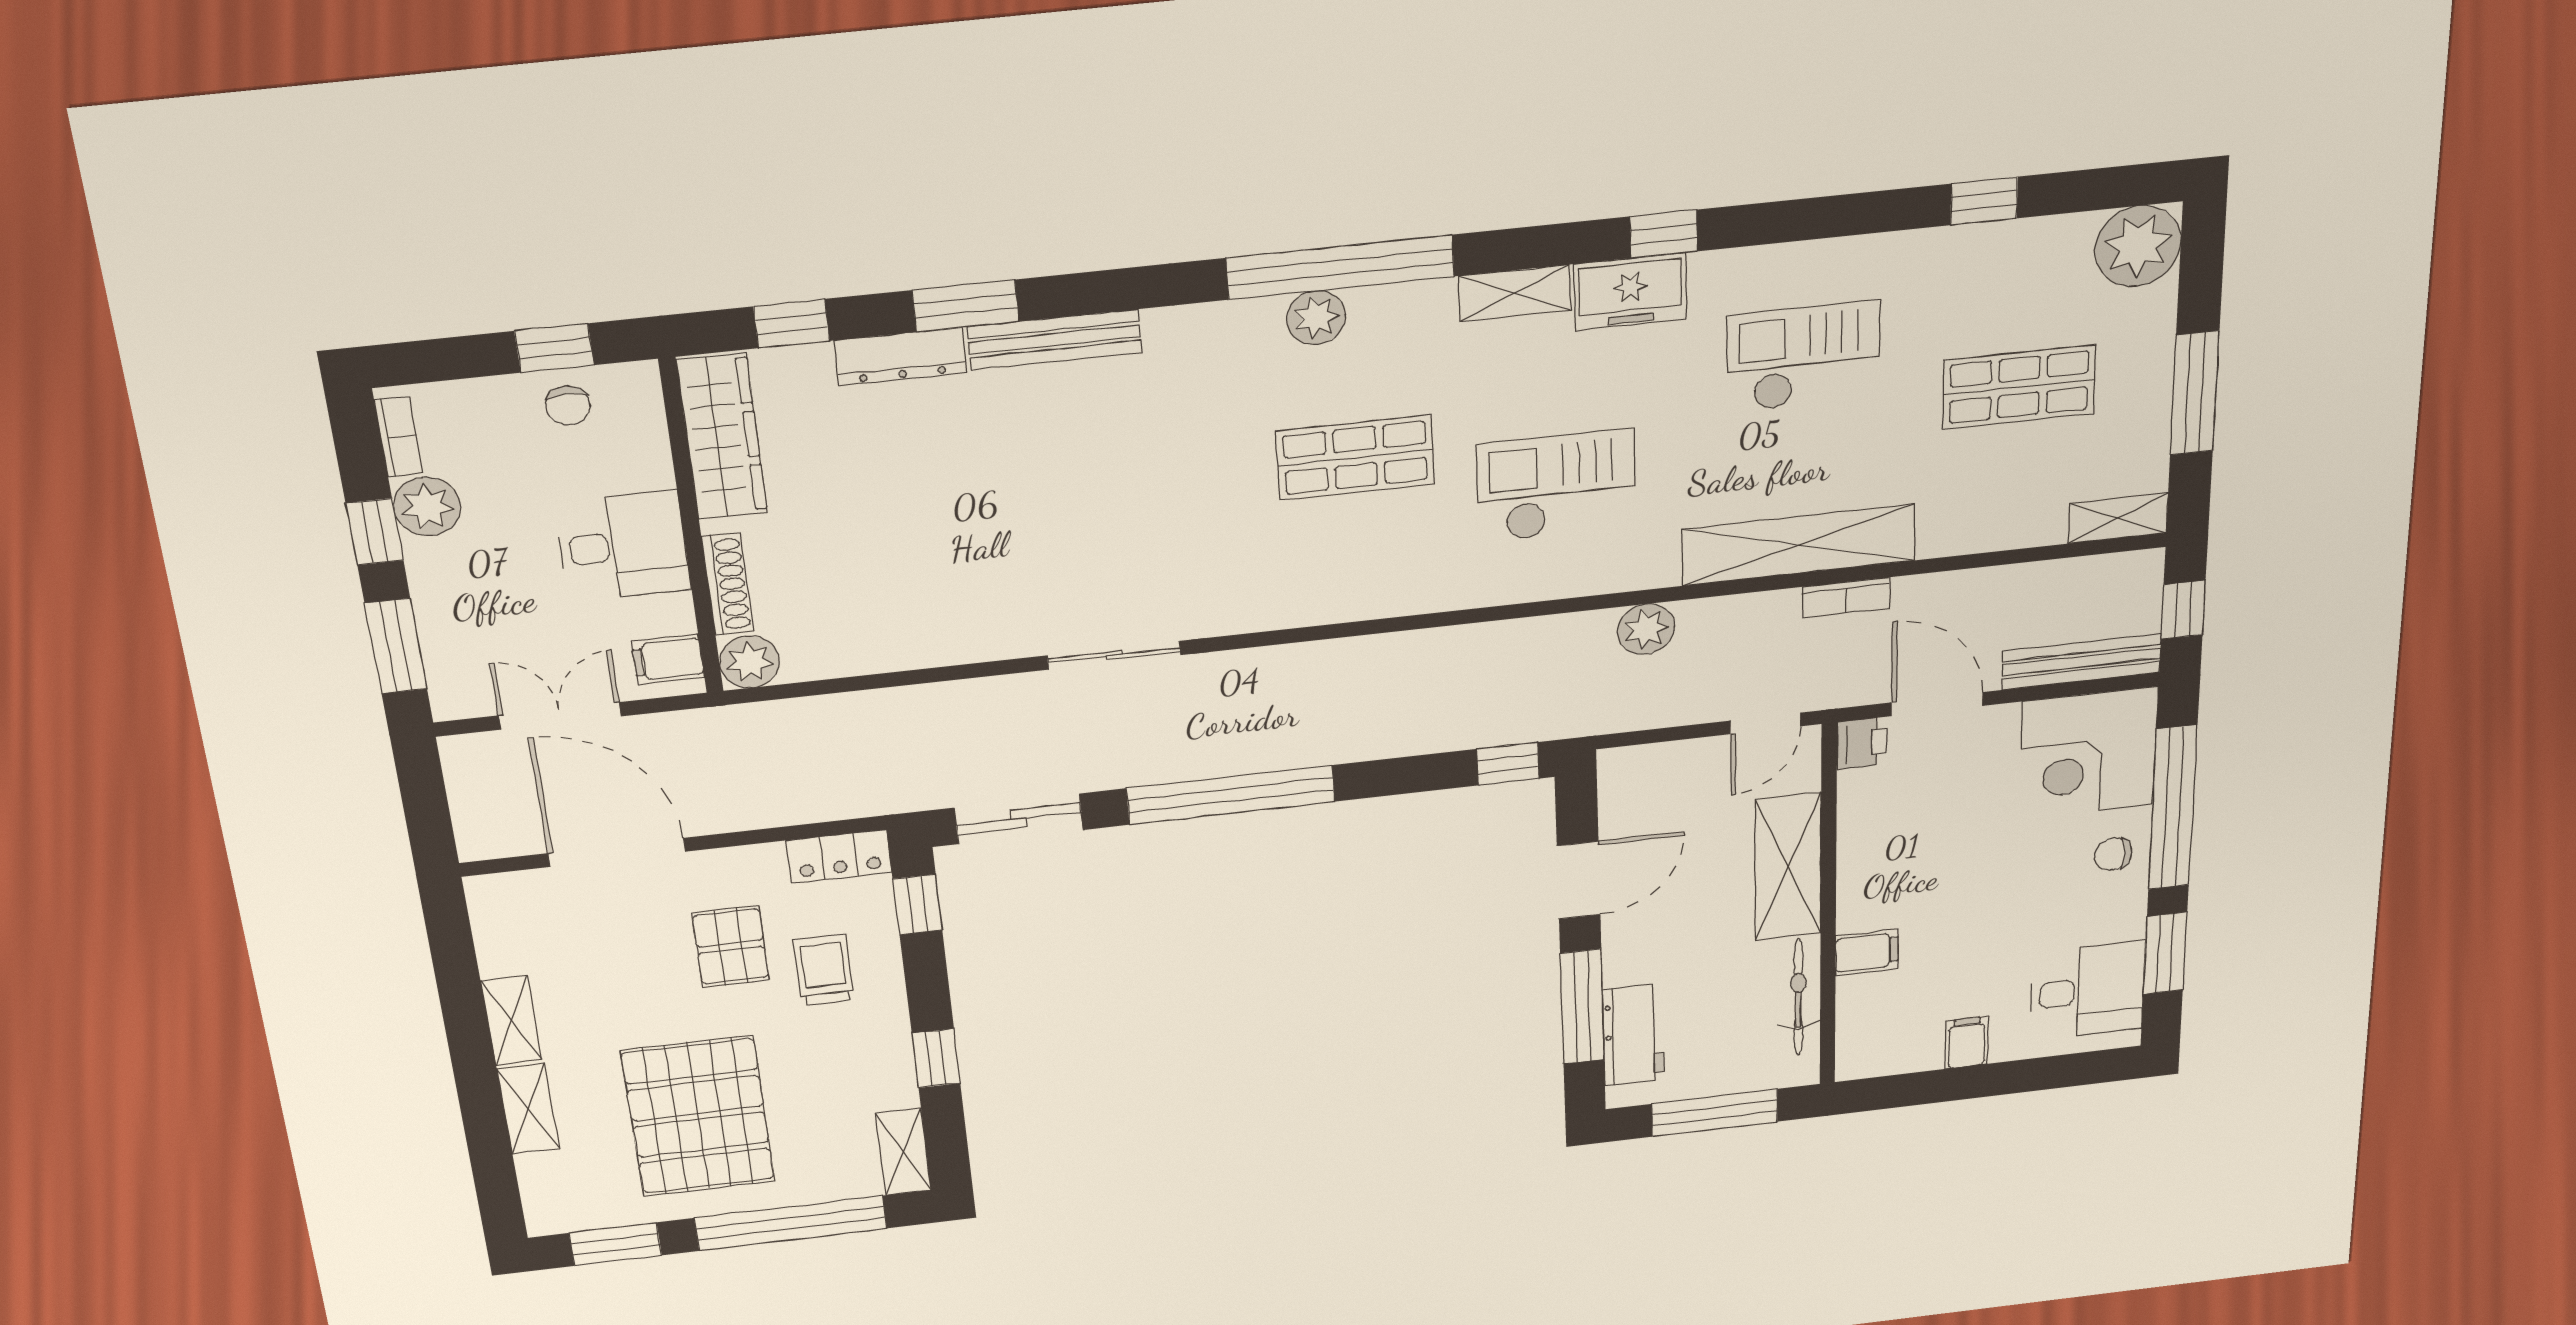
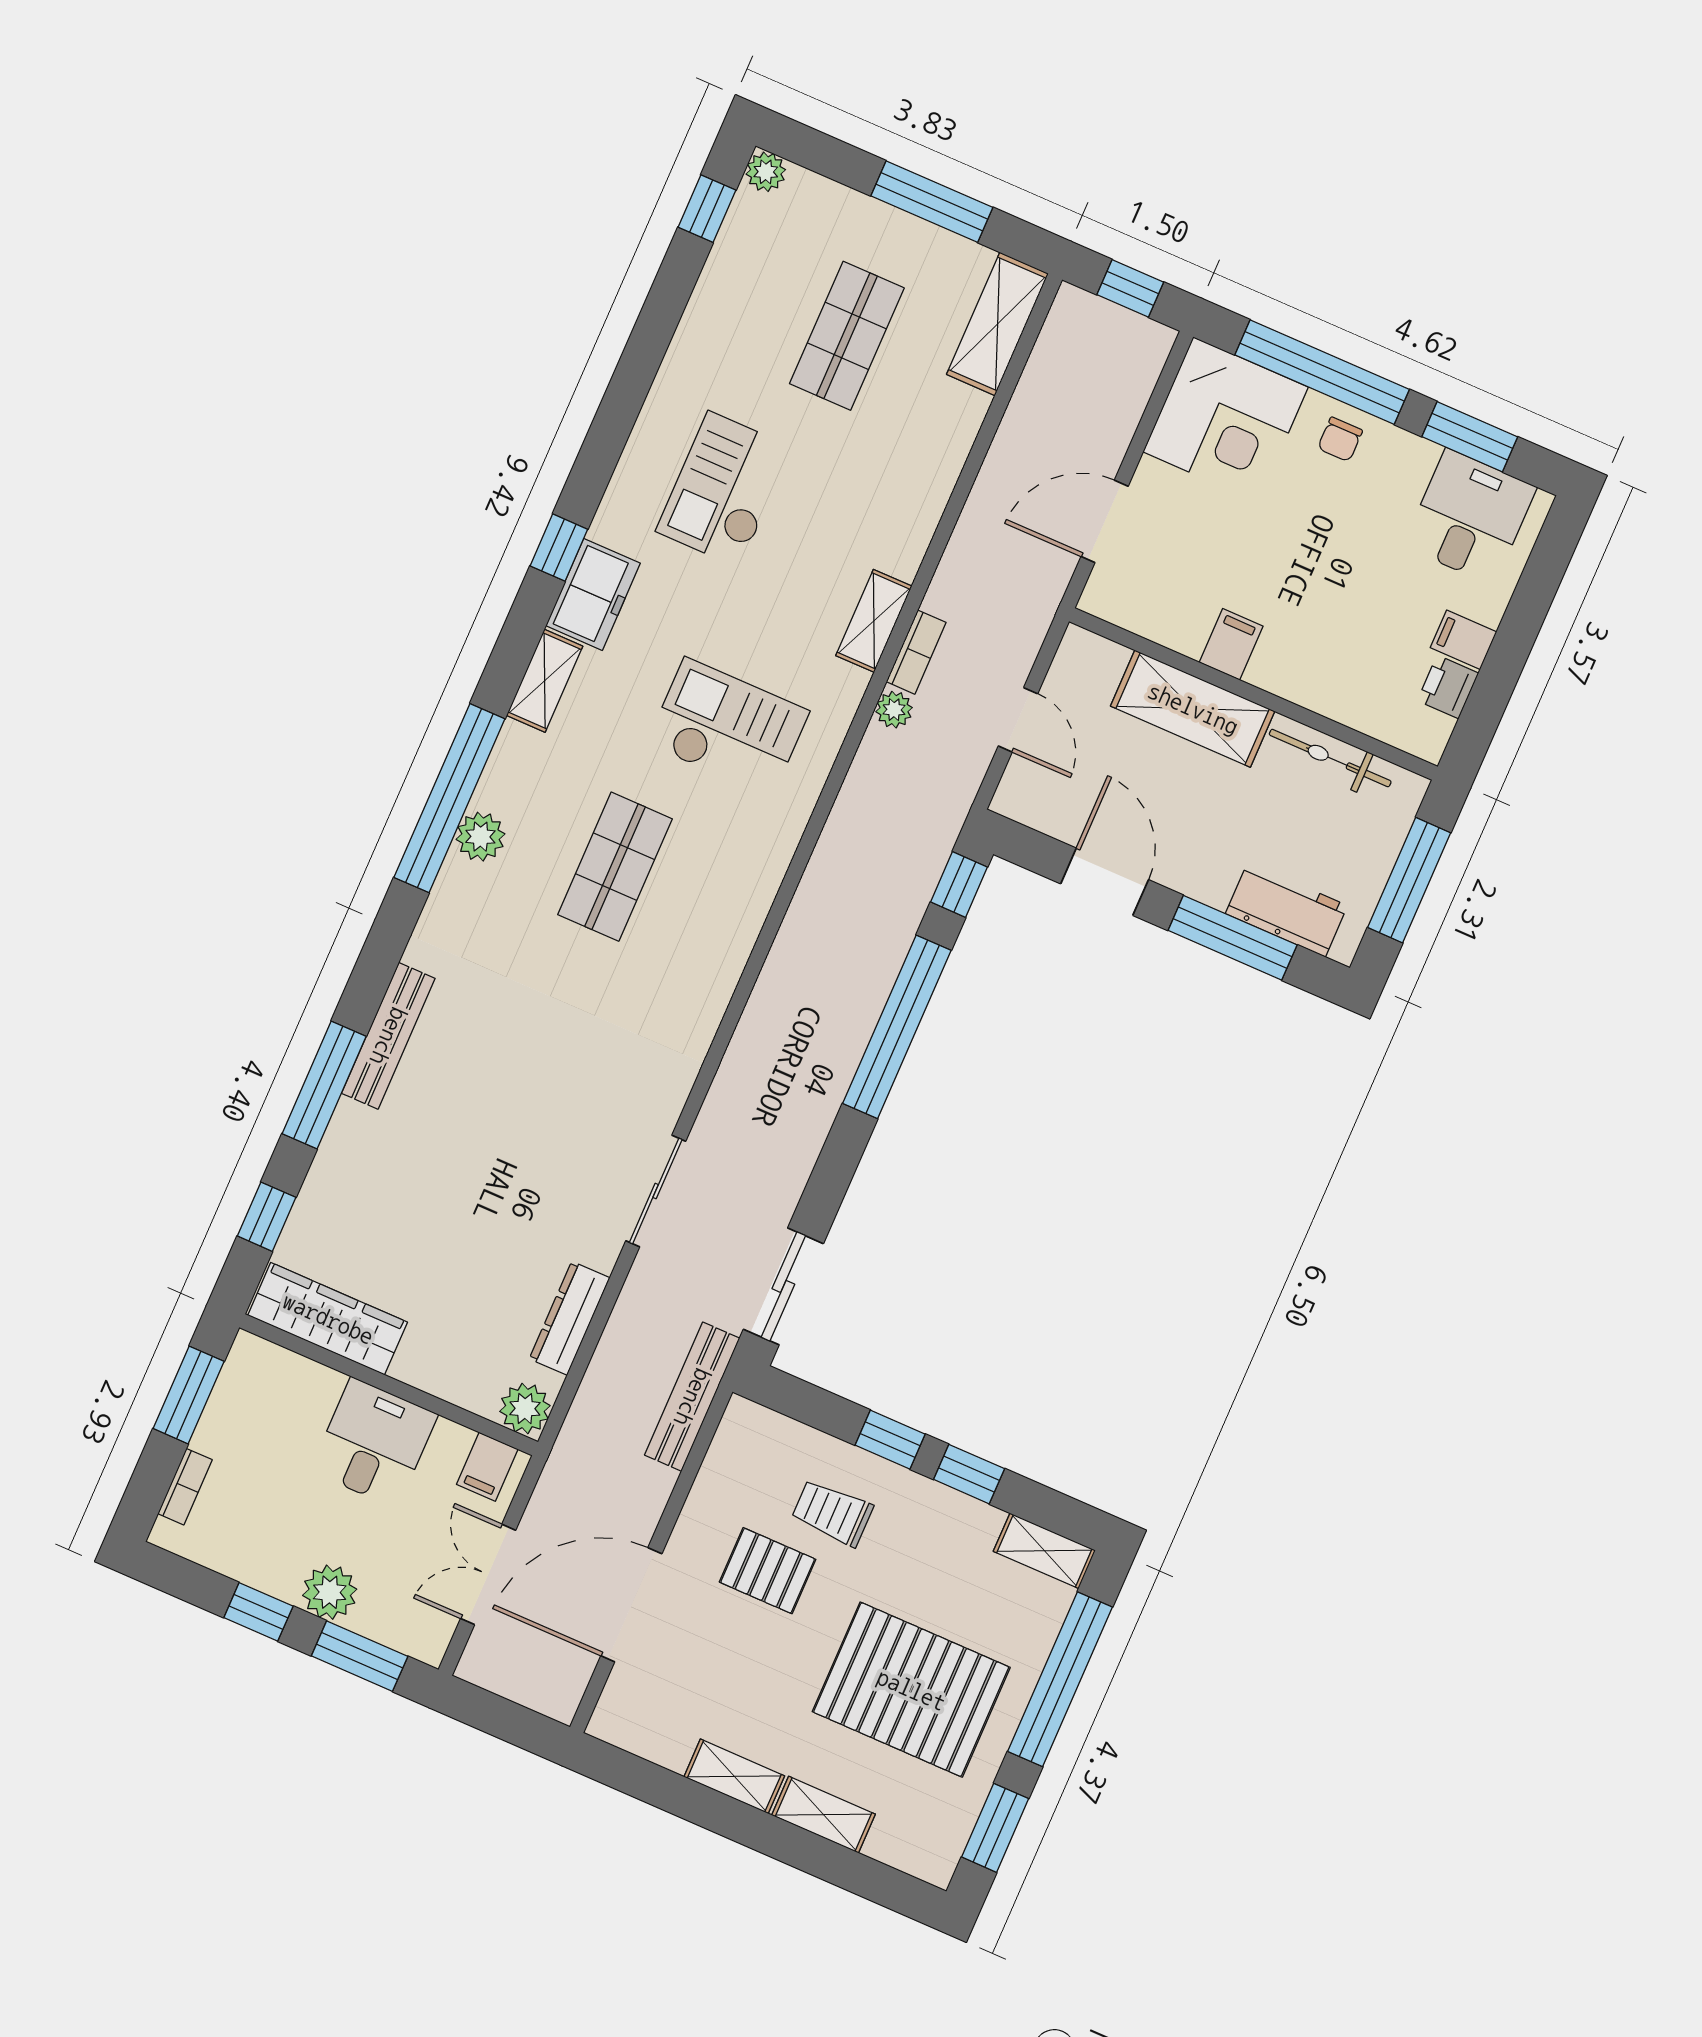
window: (1984, 201) -> (707, 209), moved
plant: (2138, 246) -> (766, 172), width x0.53, depth x0.53
window: (966, 306) -> (324, 1085), width x1.44
window: (554, 348) -> (189, 1395), width x1.50
dresser: (901, 356) -> (570, 1318), moved, turned 180
chair: (568, 406) -> (239, 1413), removed
bookcase: (398, 437) -> (185, 1487), moved, turned 90
checkout: (1556, 486) -> (728, 728), turned 90
plant: (427, 506) -> (330, 1592), moved
shelving: (2118, 518) -> (998, 324), width x1.50, depth x1.33
shelving: (1798, 545) -> (874, 621), width x0.45, depth x0.75
shoe rack: (728, 584) -> (450, 1386), removed
bookcase: (1846, 598) -> (916, 652), moved
plant: (1646, 629) -> (894, 710), width x0.73, depth x0.73
sliding door: (1114, 655) -> (656, 1191), moved
bench: (2081, 662) -> (692, 1397), moved
door: (1766, 723) -> (1018, 720), moved
printer: (1862, 743) -> (1448, 687), moved, turned -90
window: (1231, 795) -> (897, 1027), moved
locker: (839, 856) -> (735, 1441), removed
window: (917, 905) -> (890, 1440), moved
filing cabinet: (1867, 952) -> (1231, 644), moved

